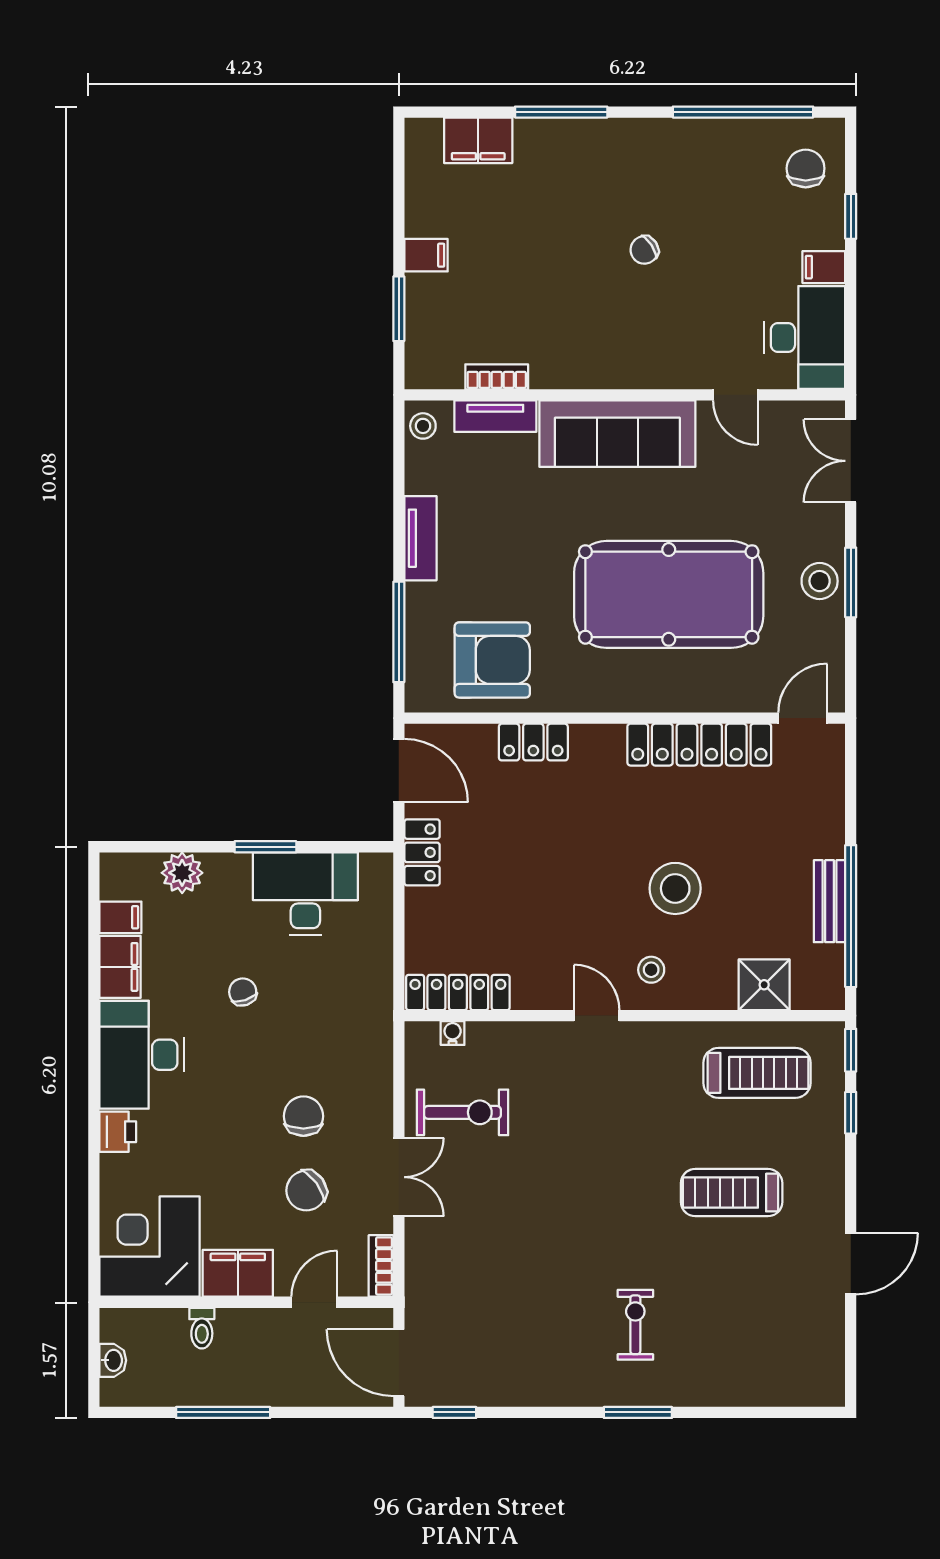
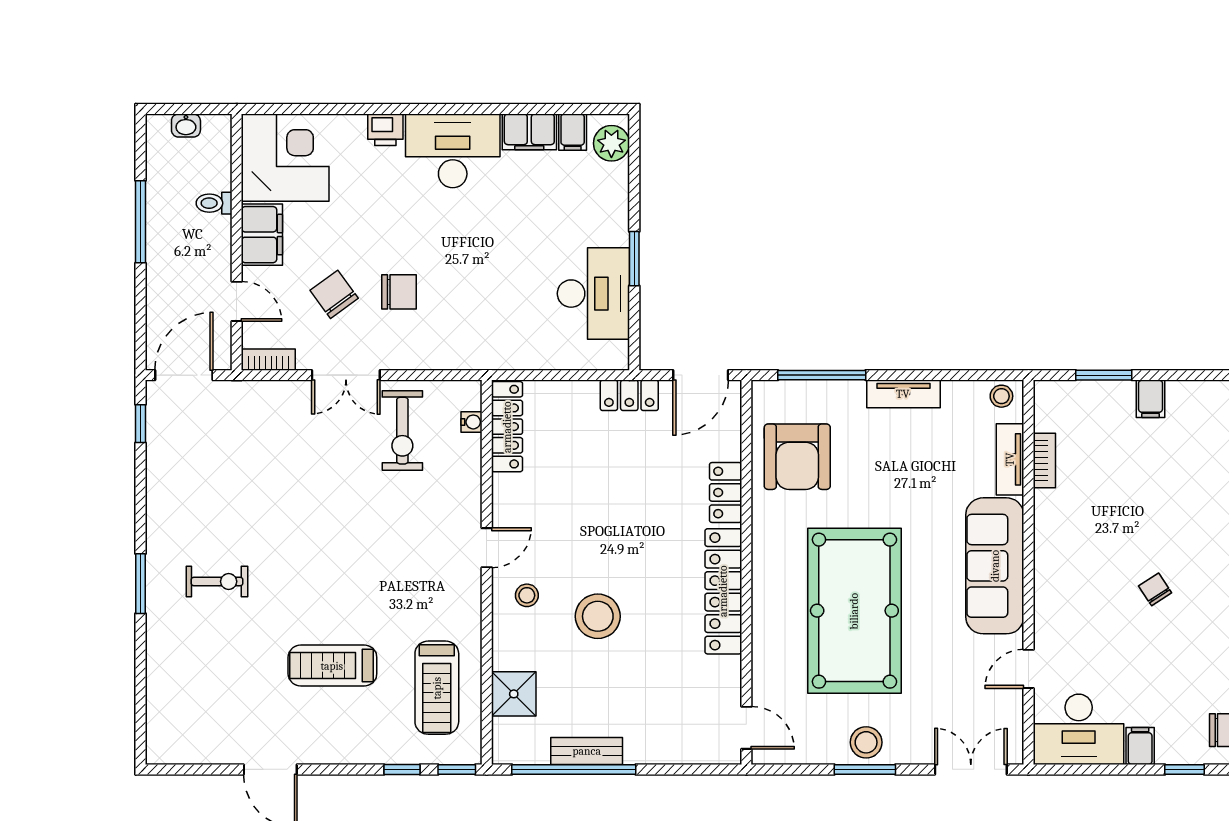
locker: (699, 745) -> (723, 591), moved
plant: (182, 873) -> (611, 143), moved
chair: (243, 992) -> (508, 239), removed
treadmill: (732, 1193) -> (332, 666), turned -90

